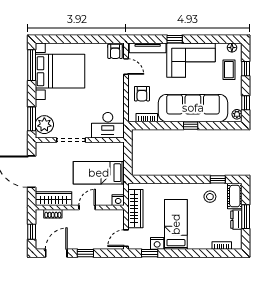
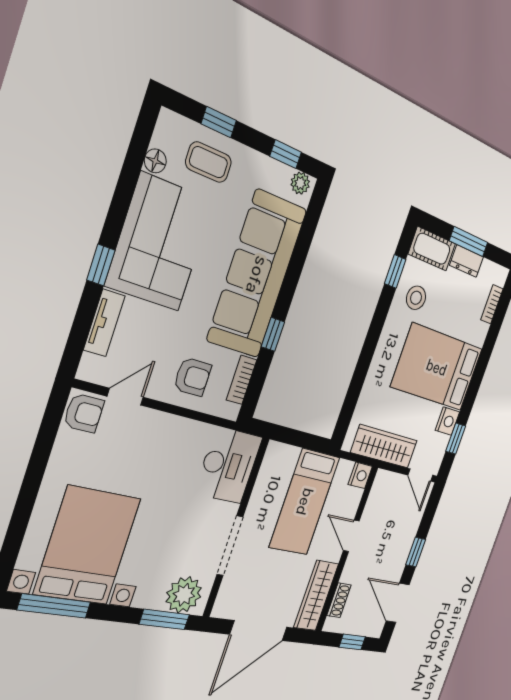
tv unit: (148, 48) -> (104, 323), width x0.71
floor lamp: (232, 48) -> (155, 161), moved
window: (191, 126) -> (273, 334), moved
bed: (176, 224) -> (437, 367), width x1.50

